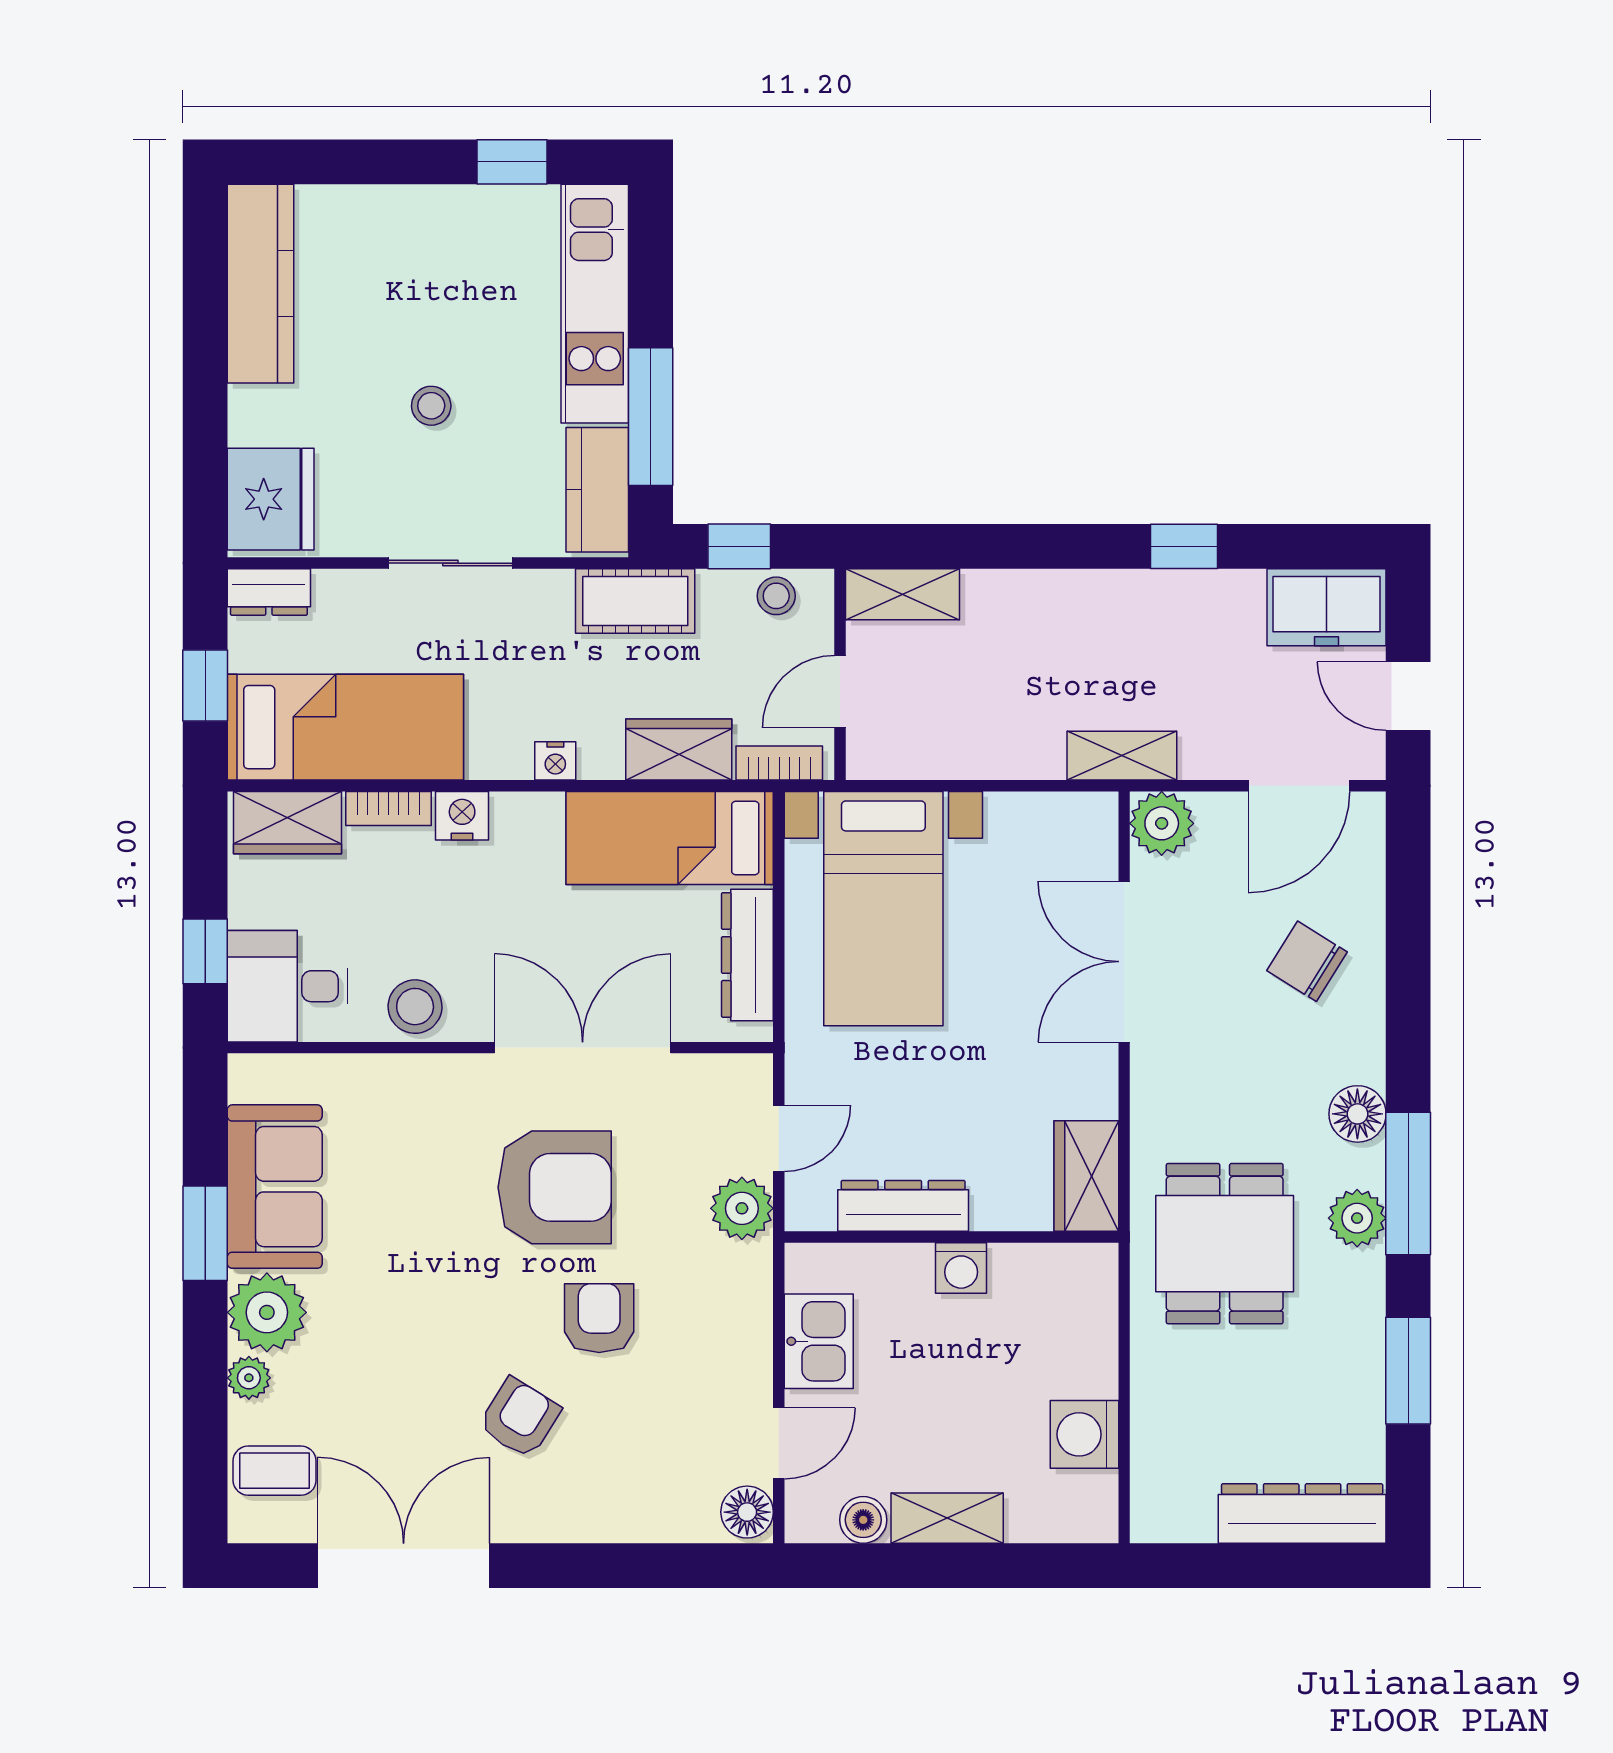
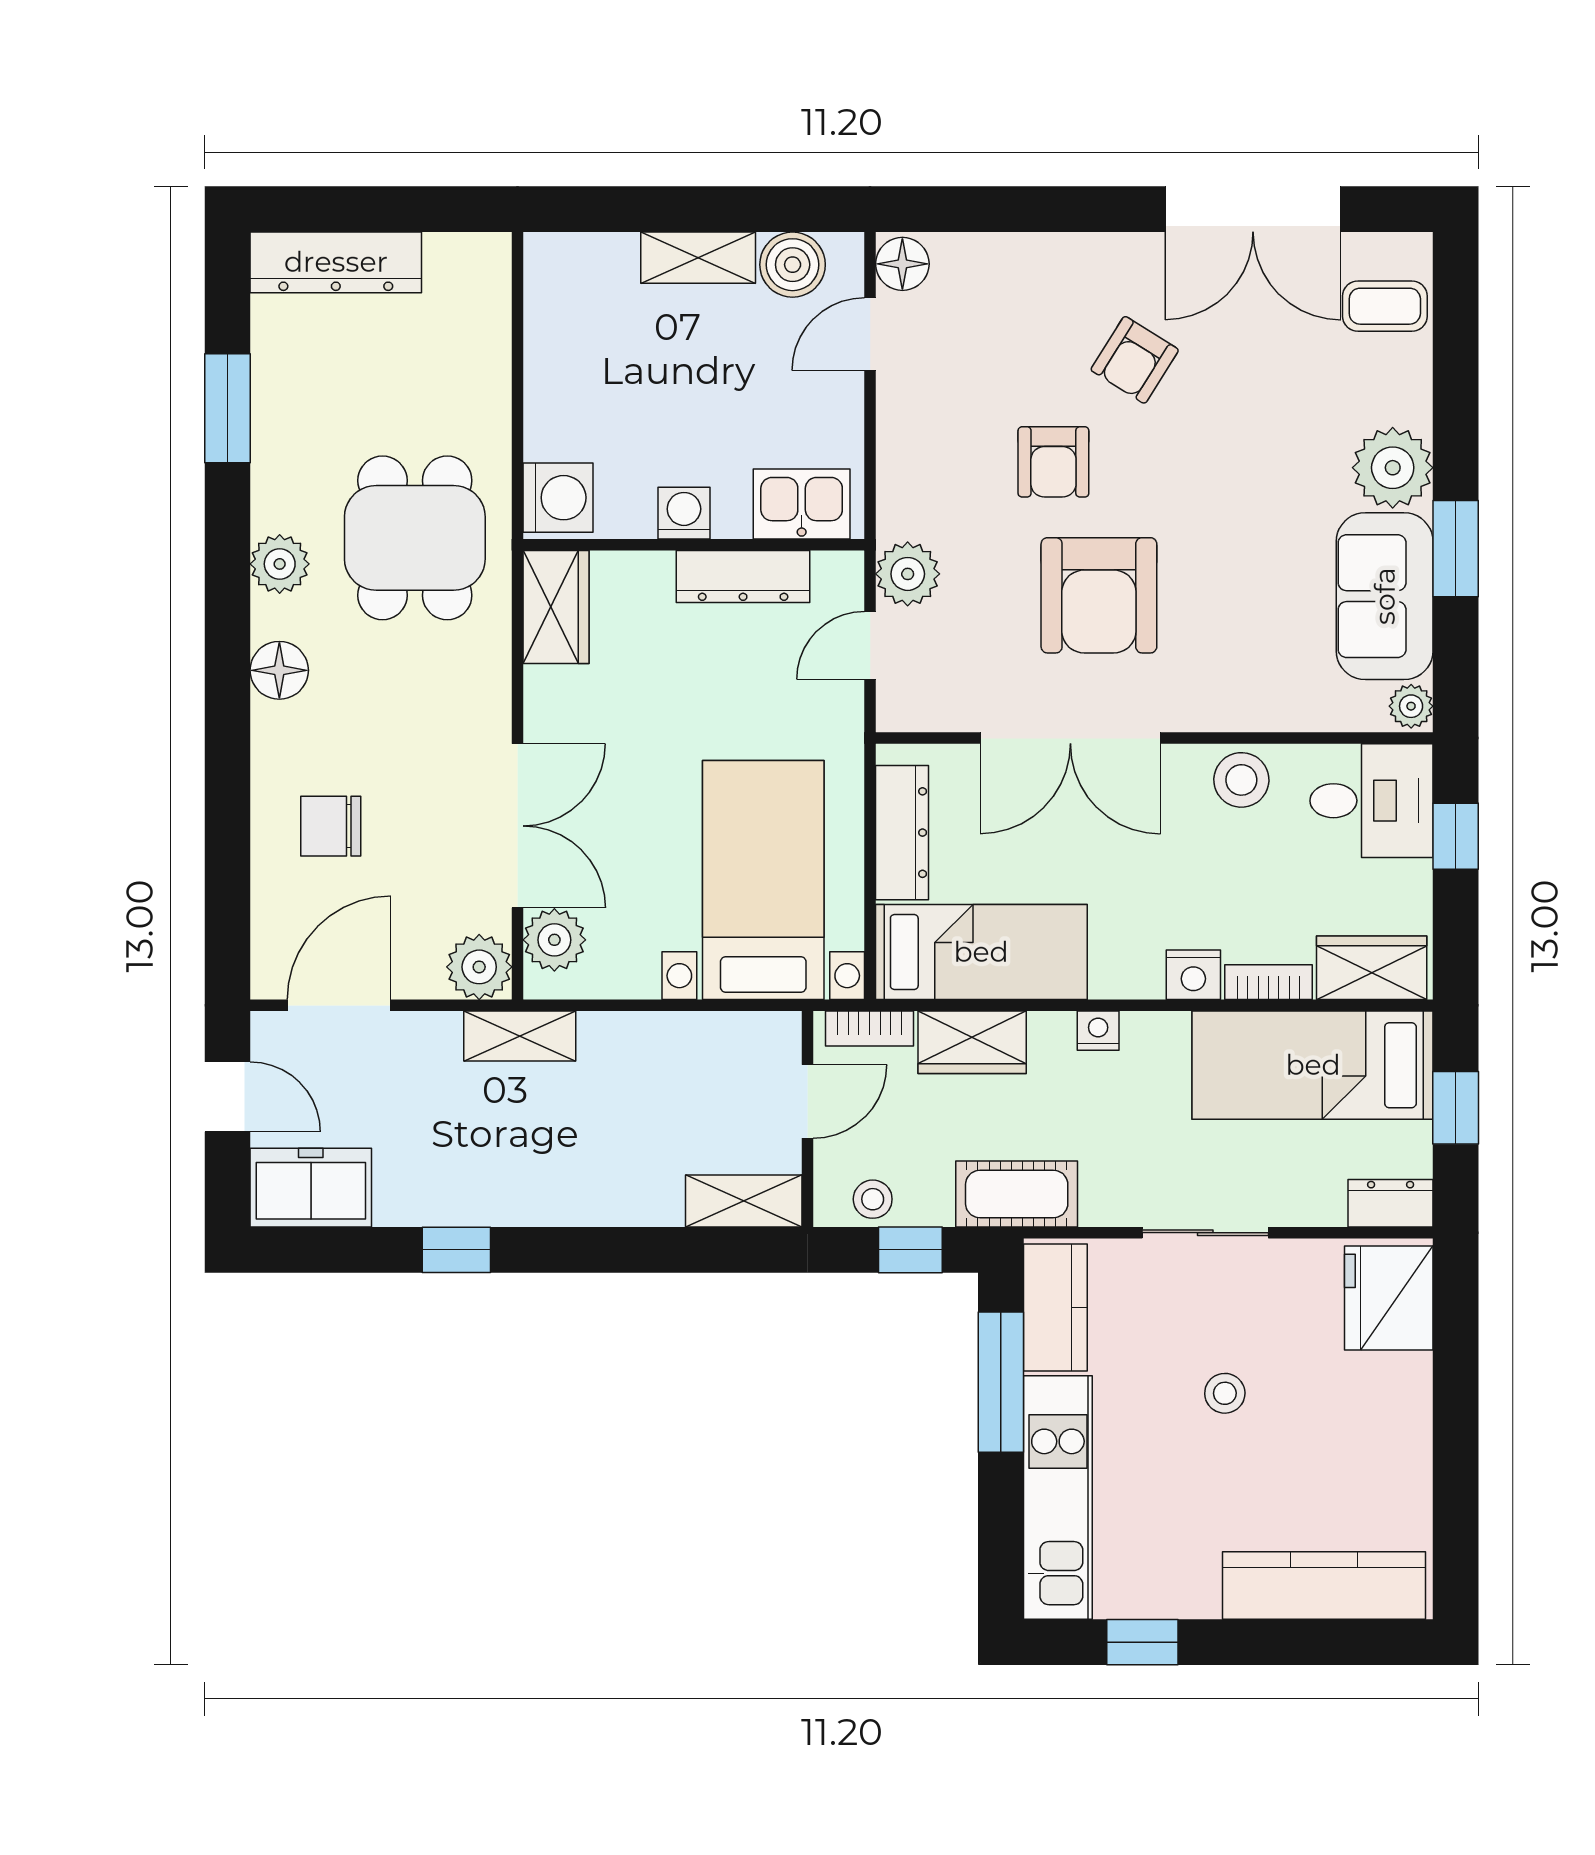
kitchen counter: (260, 284) -> (1324, 1586), moved, turned 90
plant: (1088, 850) -> (554, 940), added
chair: (1307, 961) -> (331, 826), turned 148
window: (1408, 1183) -> (227, 599), removed
armchair: (555, 1187) -> (1099, 595), turned -90
kitchen sink: (819, 1341) -> (802, 504), moved, turned 90
plant: (249, 1378) -> (1411, 706), moved
washing machine: (1084, 1434) -> (558, 498), moved
boiler: (863, 1520) -> (793, 265), width x1.36, depth x1.36

